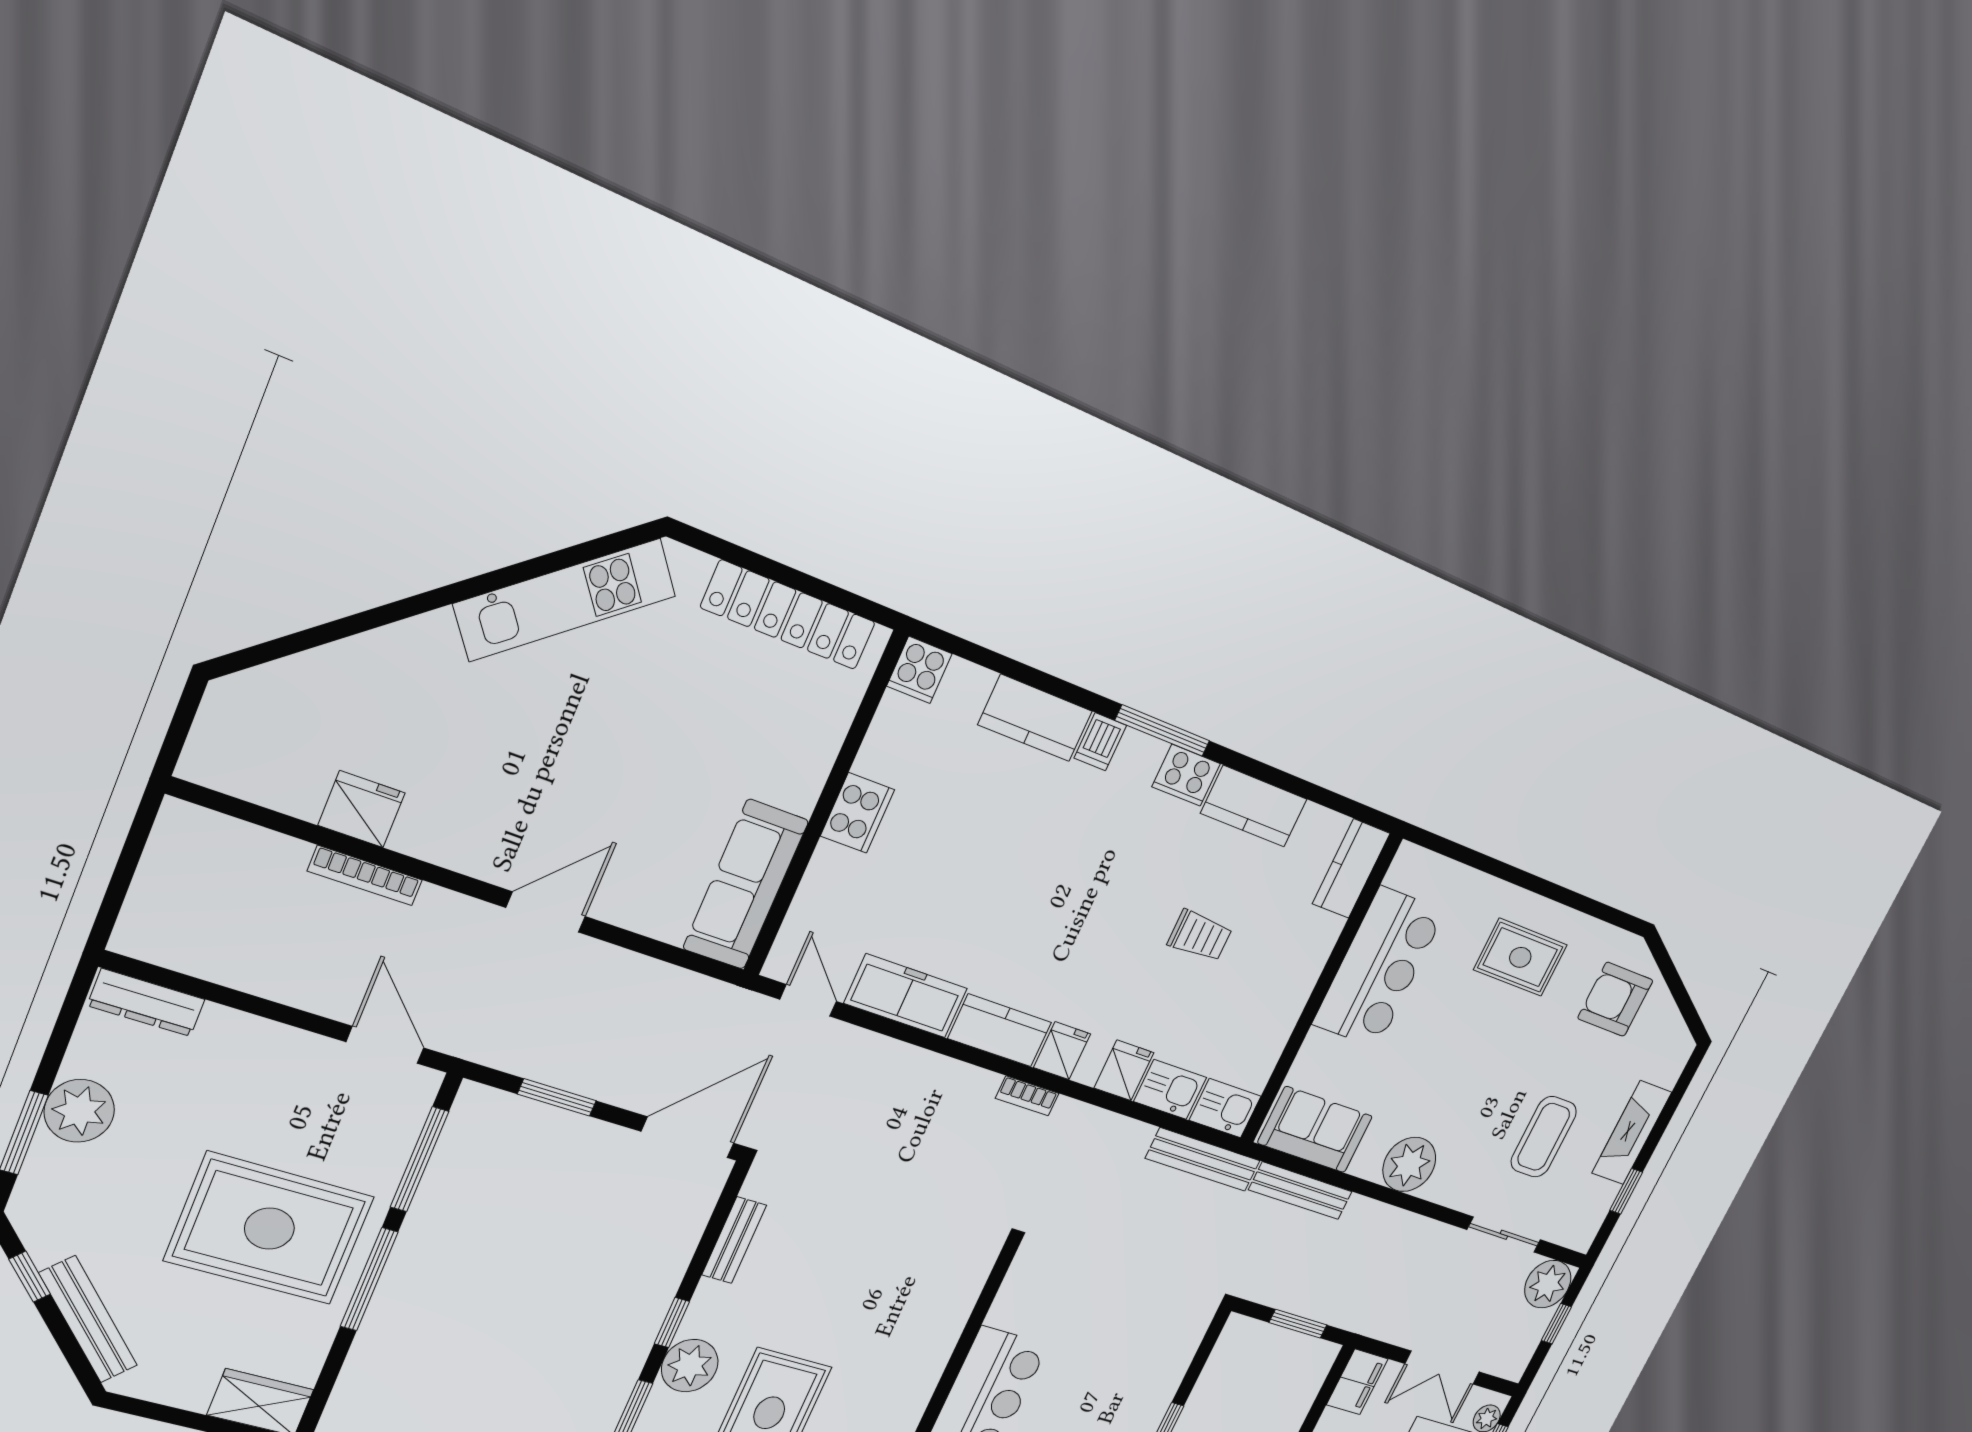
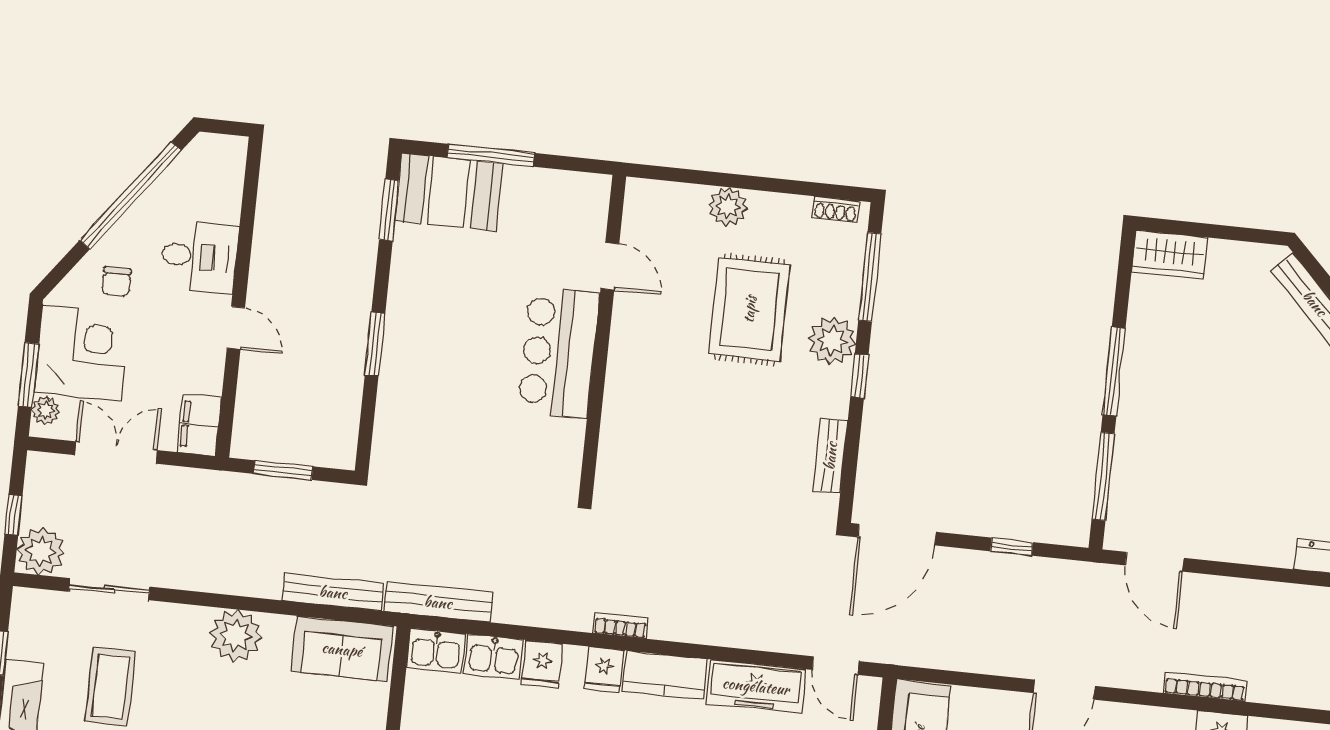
window: (557, 1097) -> (1012, 547), width x0.67
rug: (269, 1229) -> (1201, 400), removed

